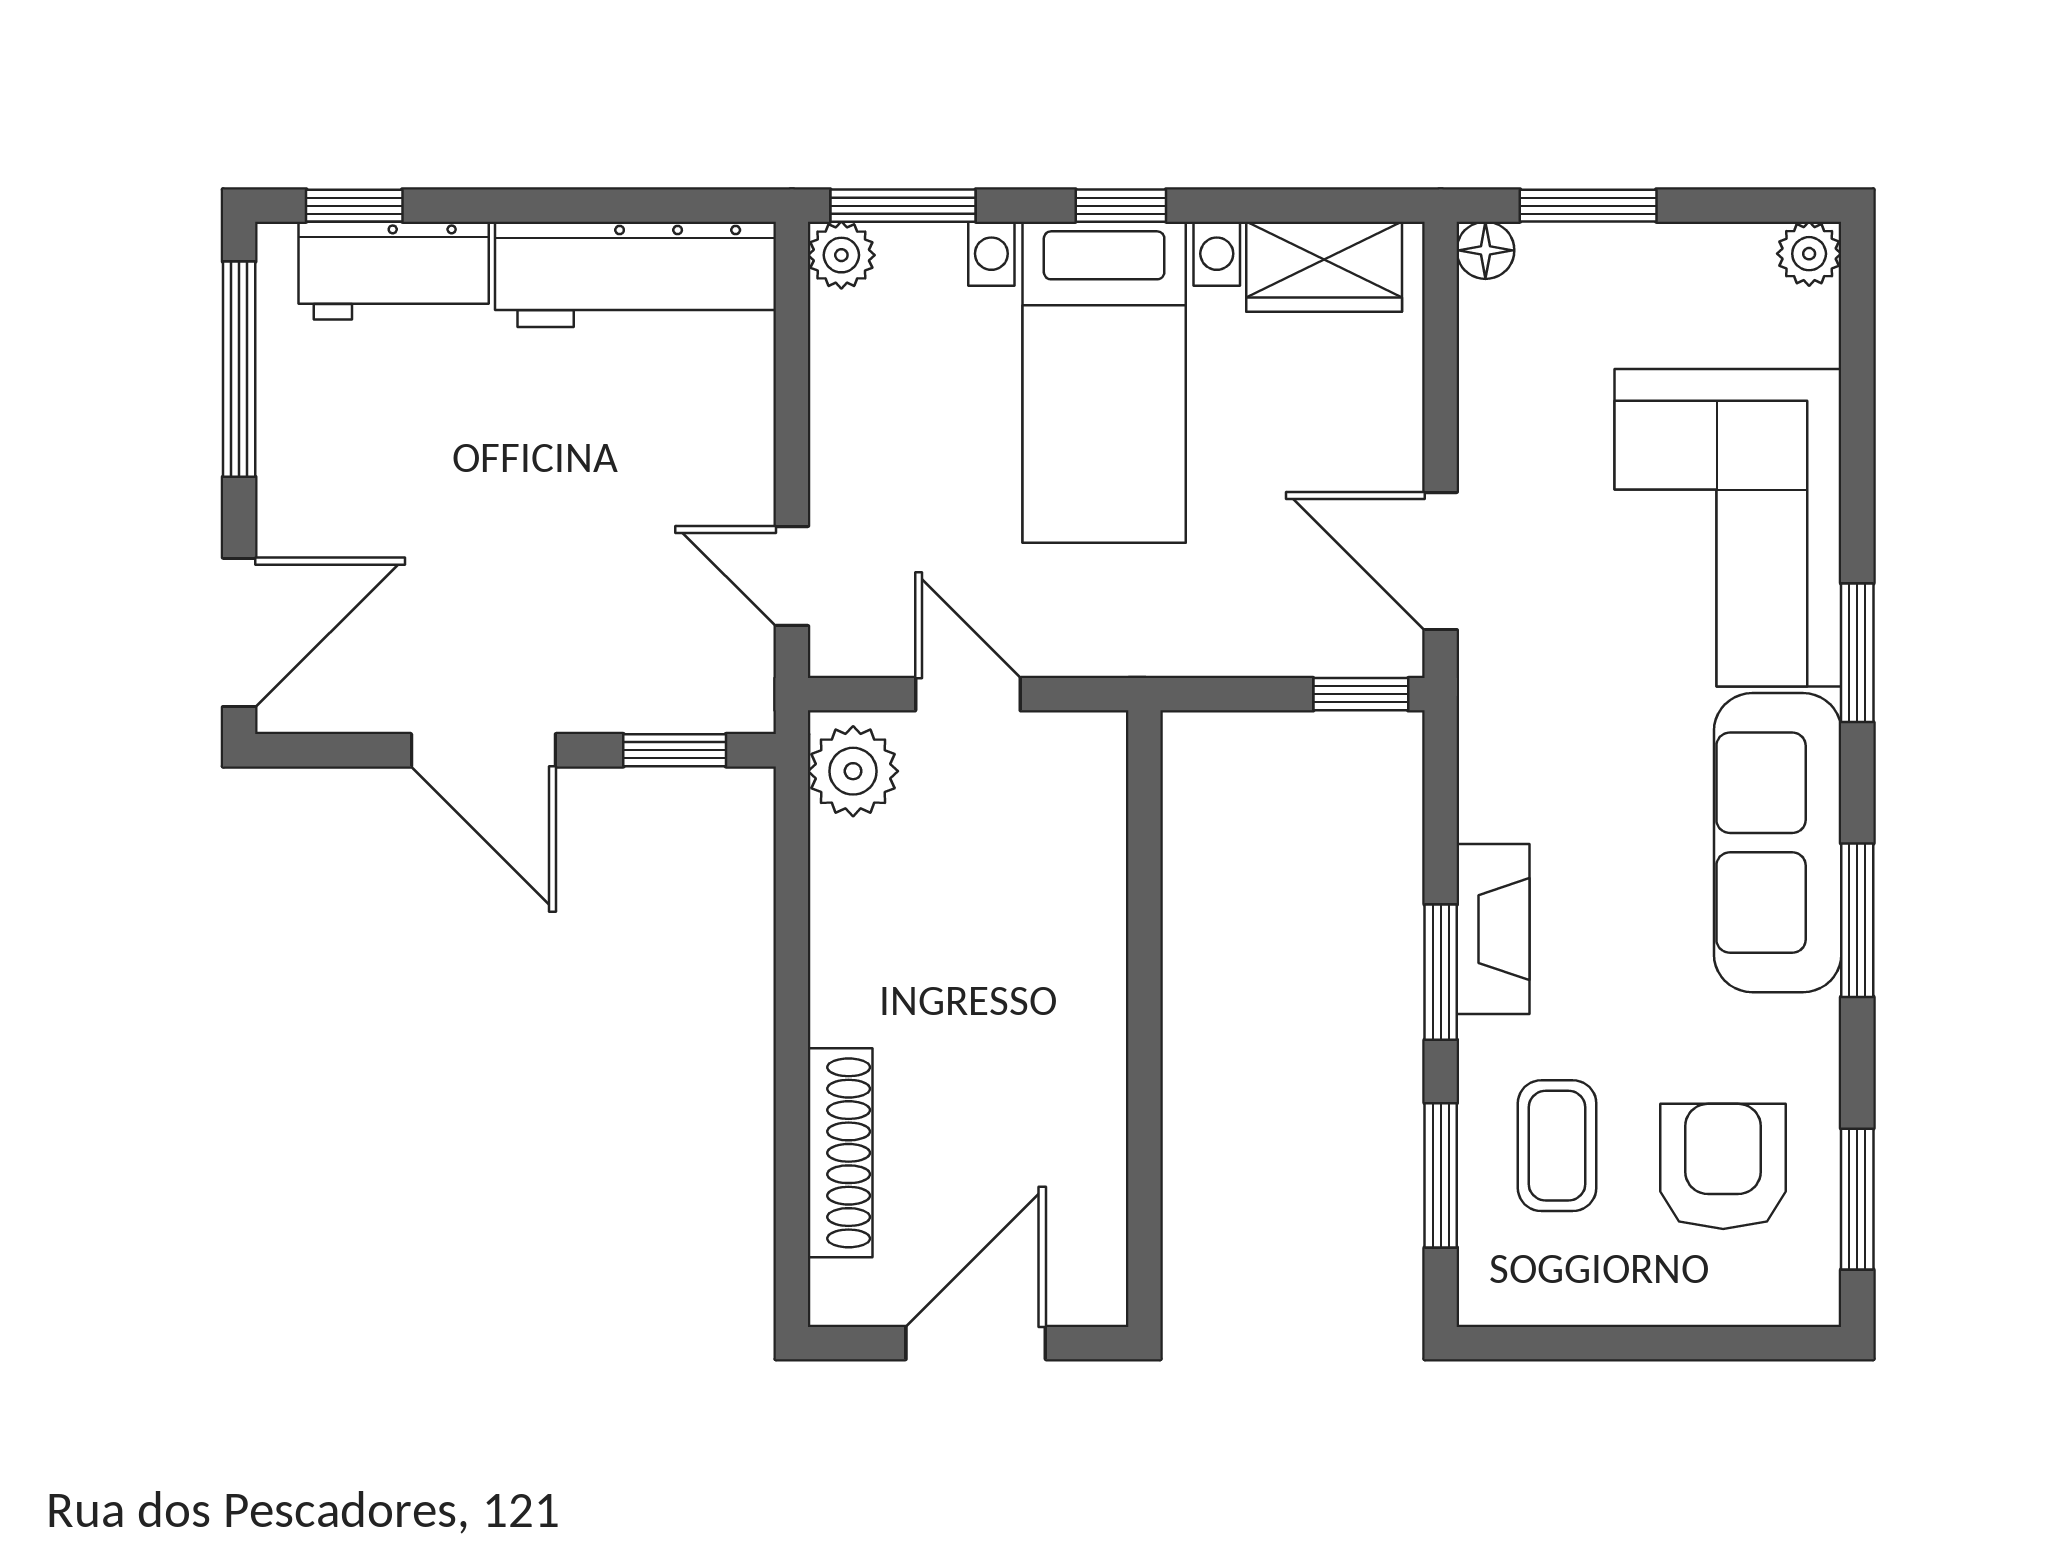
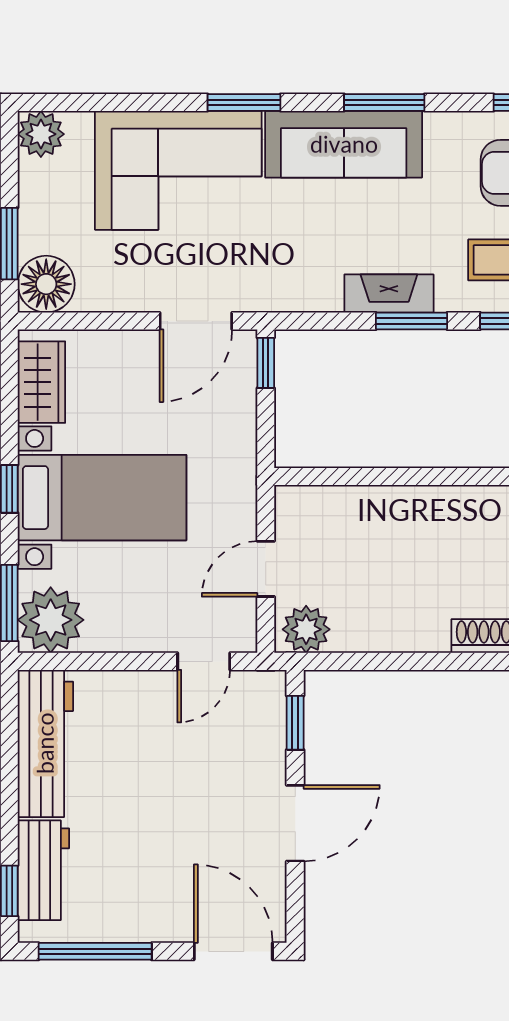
floor lamp: (1485, 250) -> (46, 284), width x1.89, depth x1.89
plant: (1809, 254) -> (41, 134), width x1.38, depth x1.38
plant: (841, 255) -> (51, 620), width x1.88, depth x1.88

